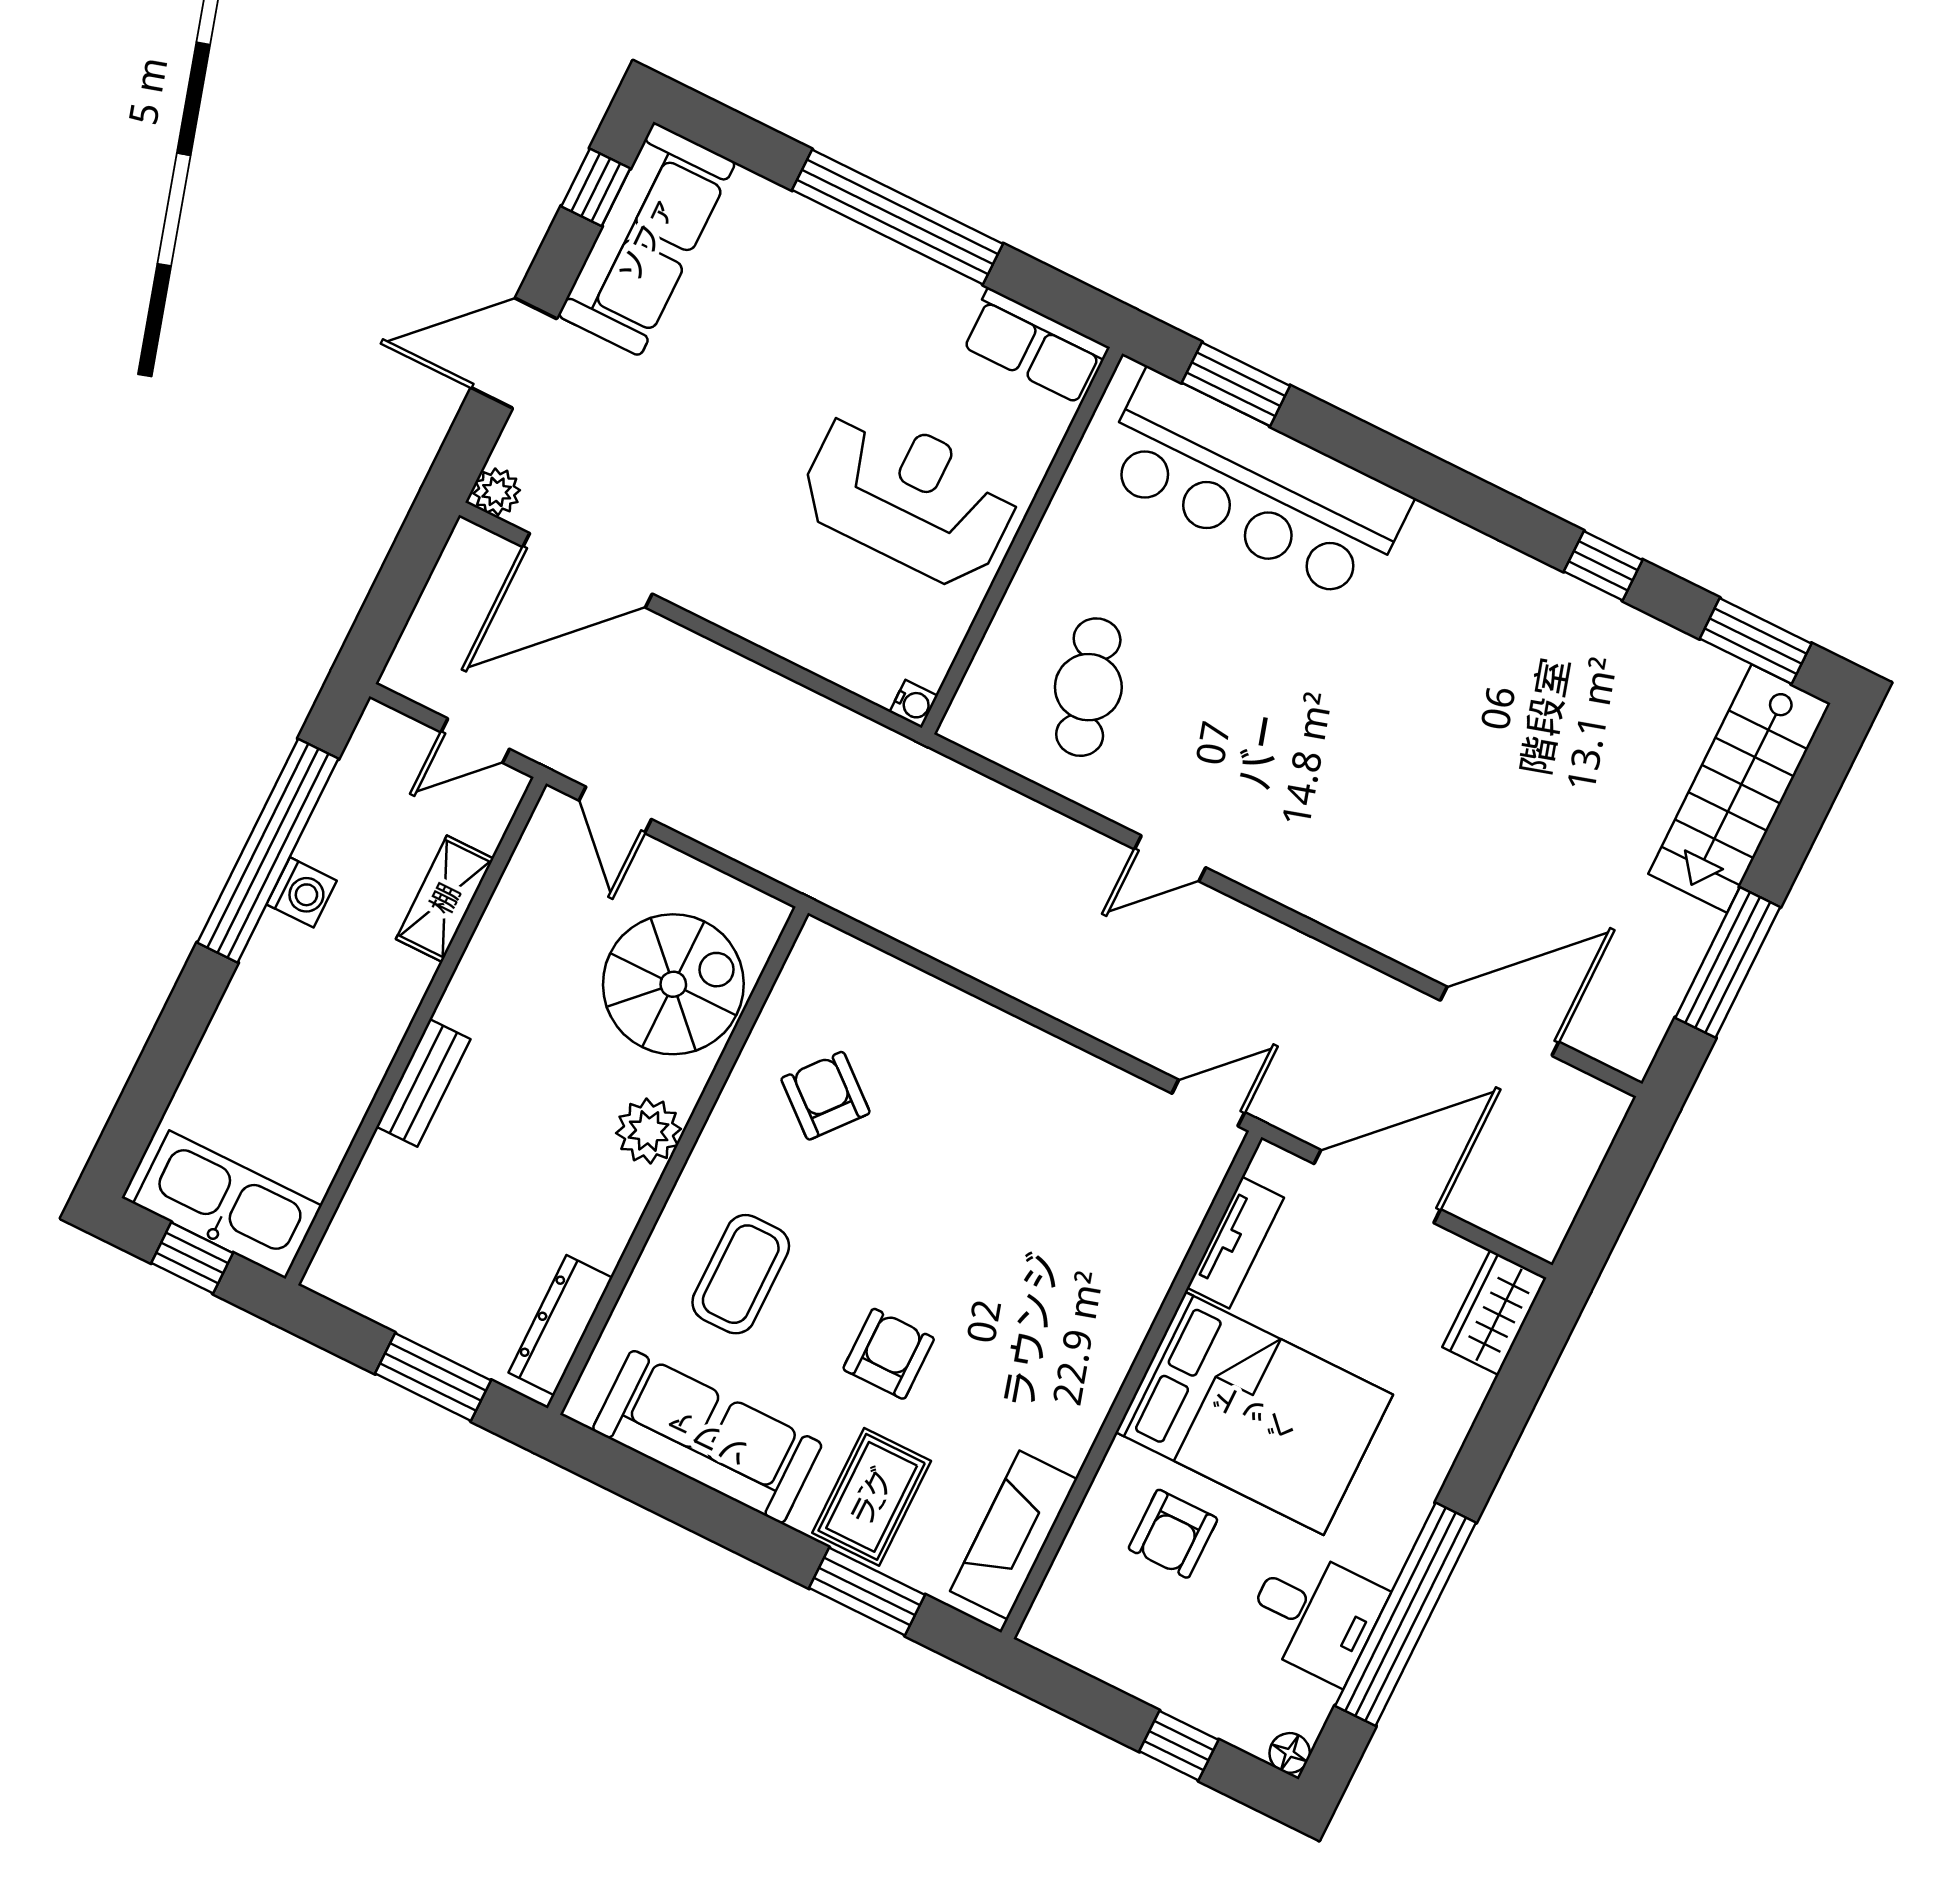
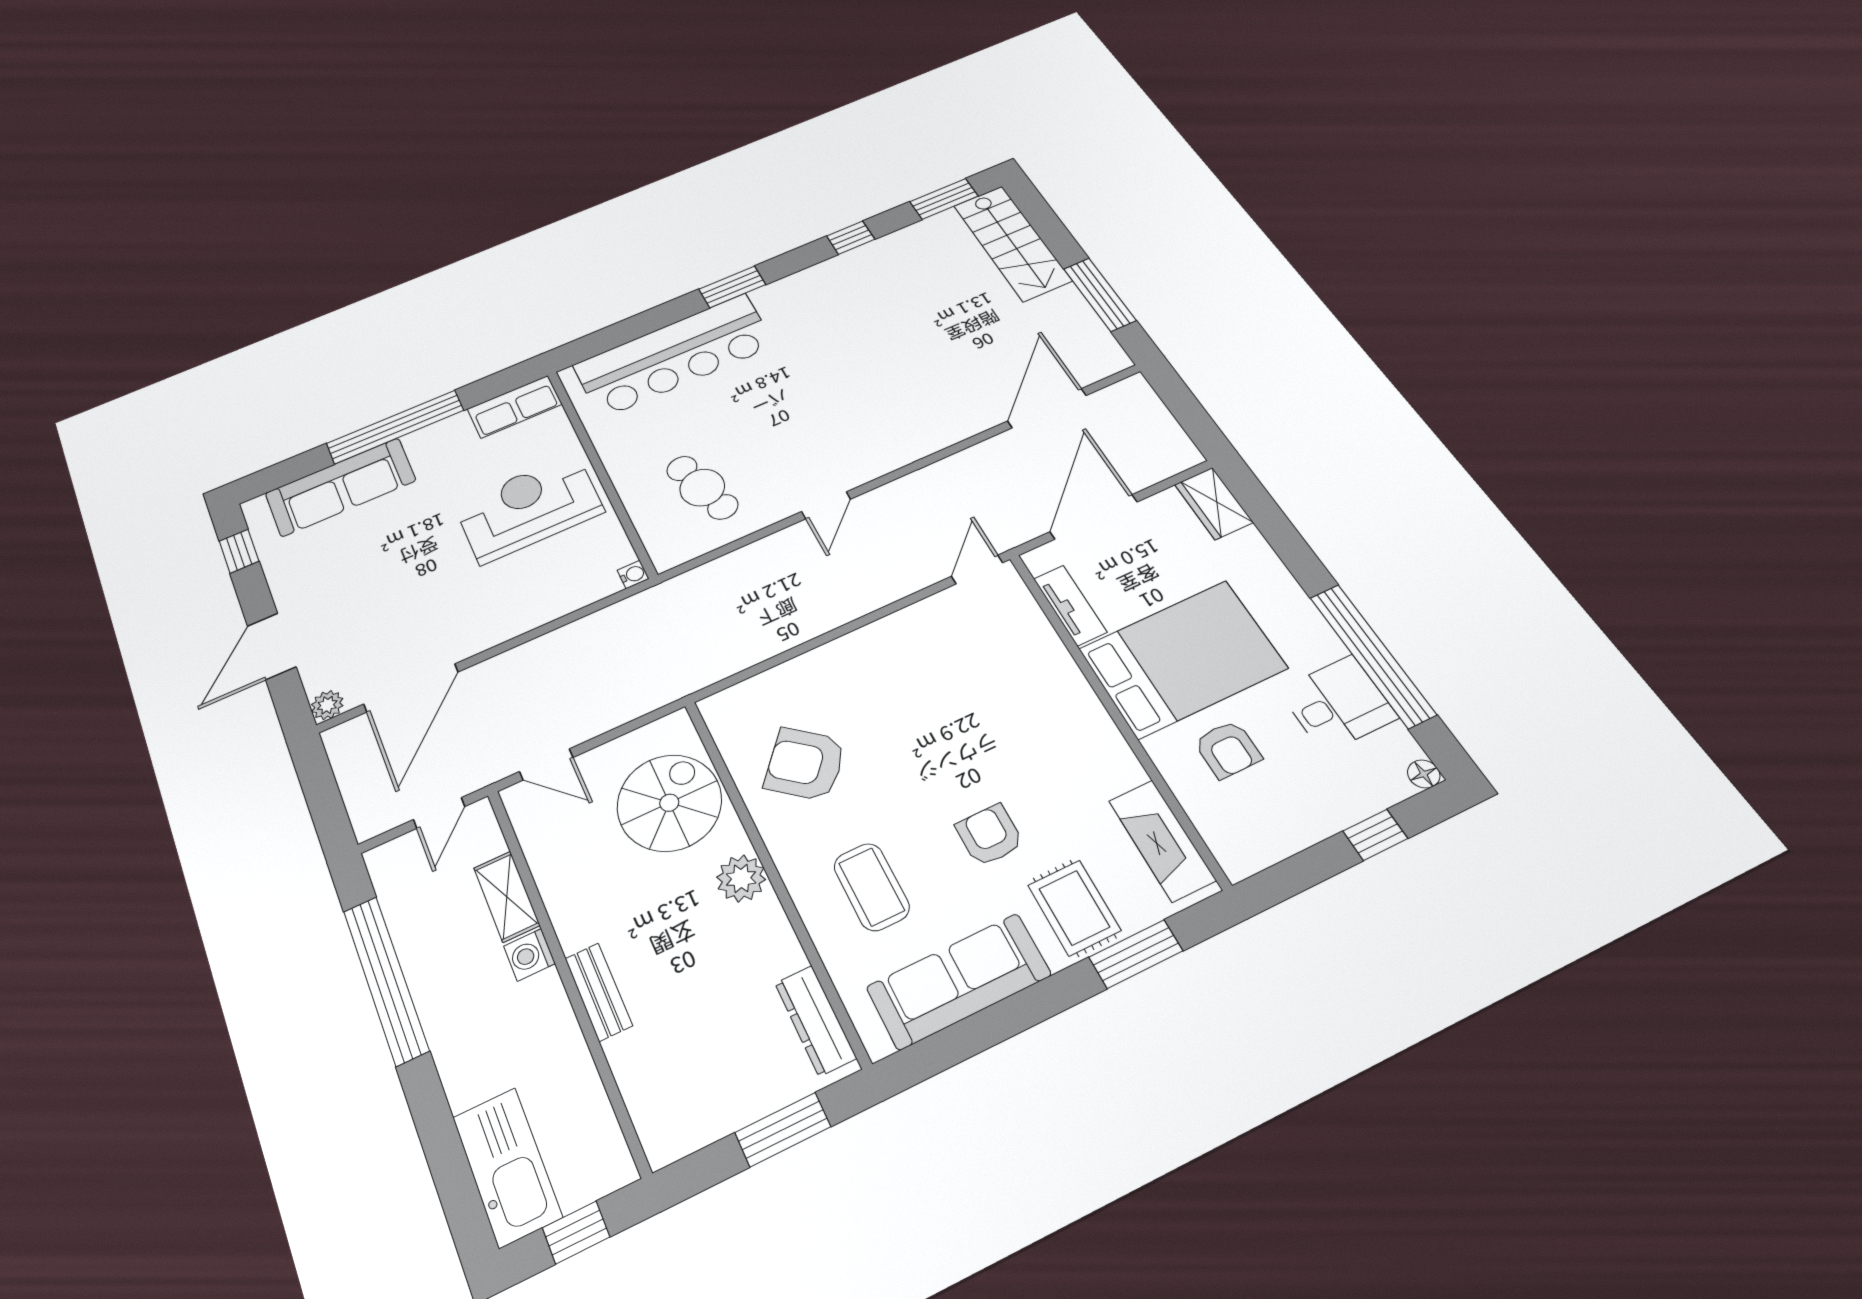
sofa: (647, 239) -> (341, 487), moved, turned 90
window: (1236, 384) -> (732, 287), moved
washing machine: (302, 892) -> (529, 955), moved, turned 180
armchair: (825, 1096) -> (805, 764), width x1.38, depth x1.38
kitchen sink: (227, 1205) -> (507, 1167), moved, turned 90

